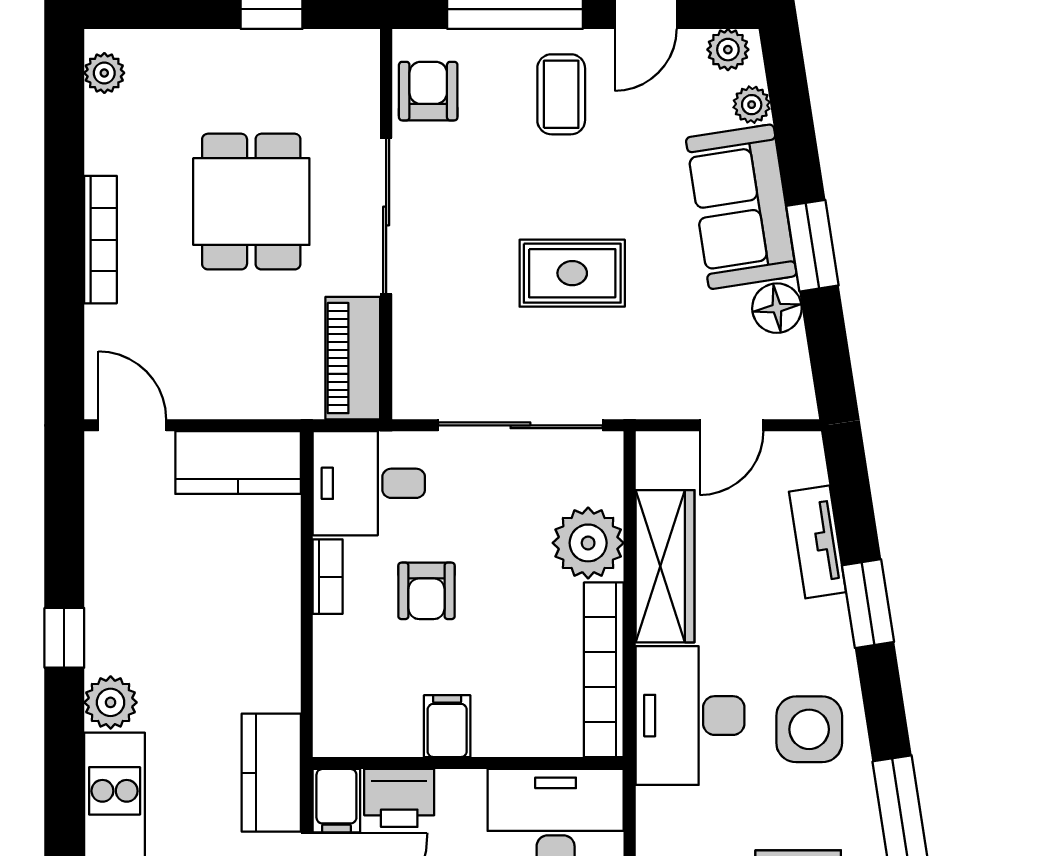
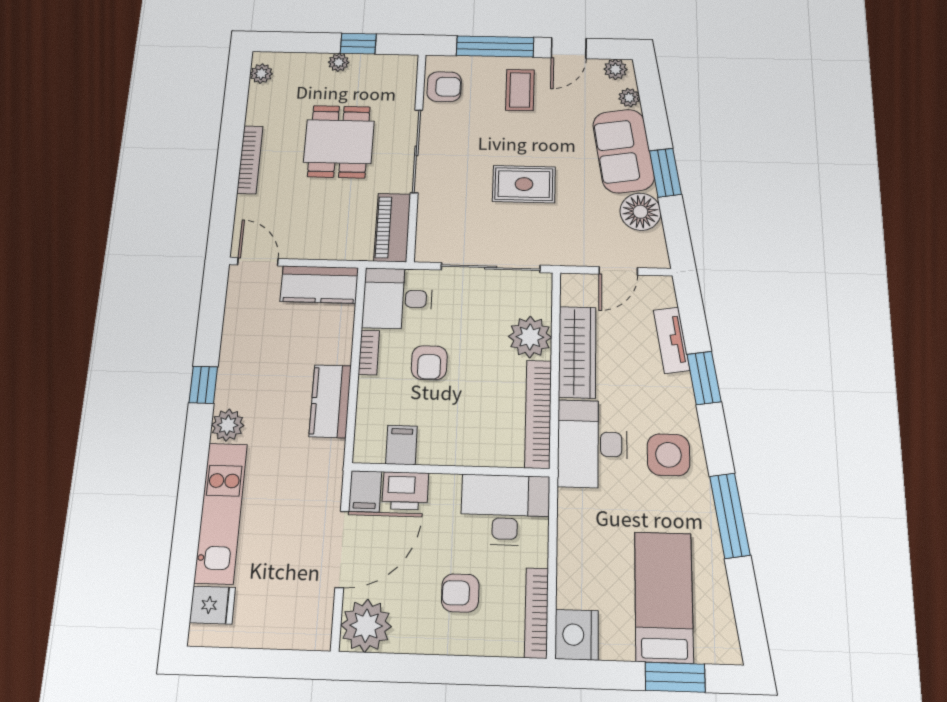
plant: (239, 47) -> (339, 62), added
armchair: (428, 91) -> (444, 87), turned 90
floor lamp: (777, 308) -> (640, 212), width x1.38, depth x1.38
filing cabinet: (447, 726) -> (401, 445), moved
kitchen counter: (271, 773) -> (330, 401), moved

